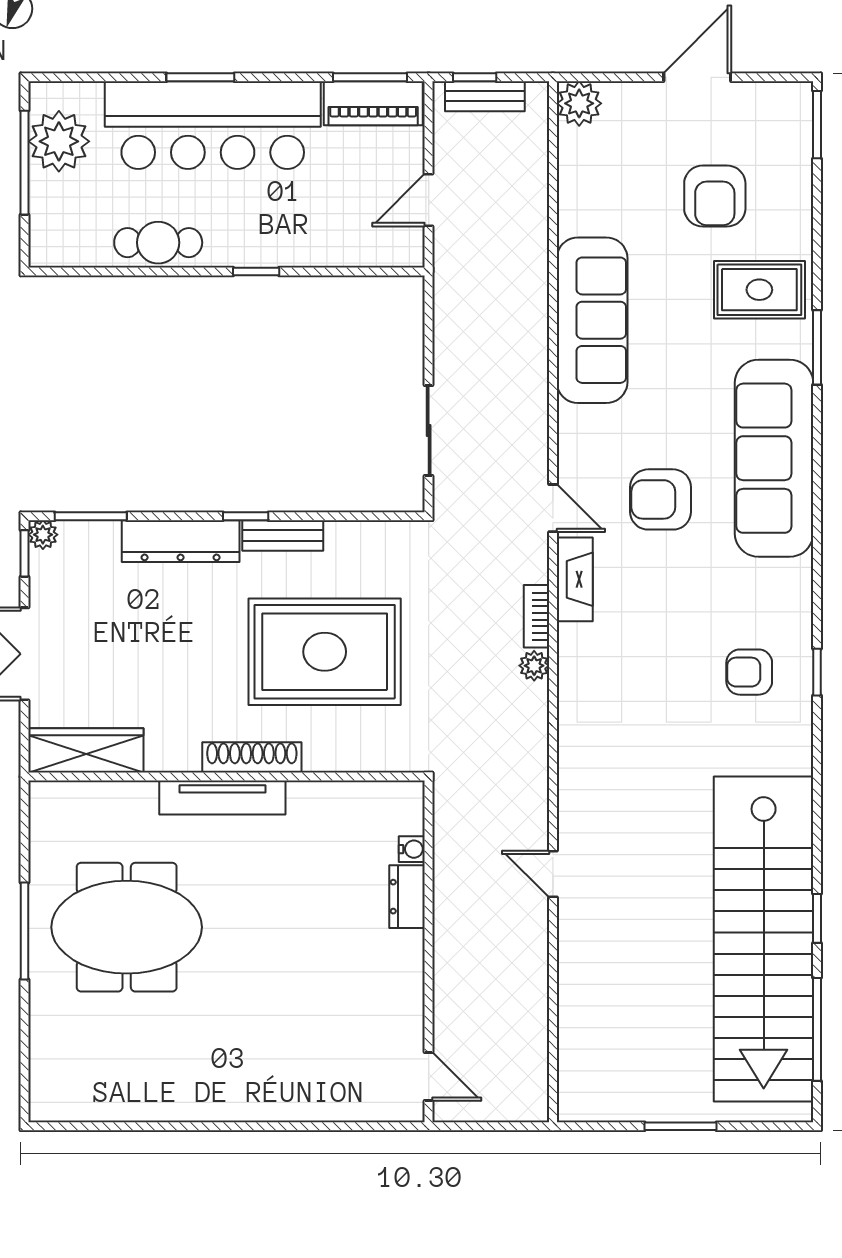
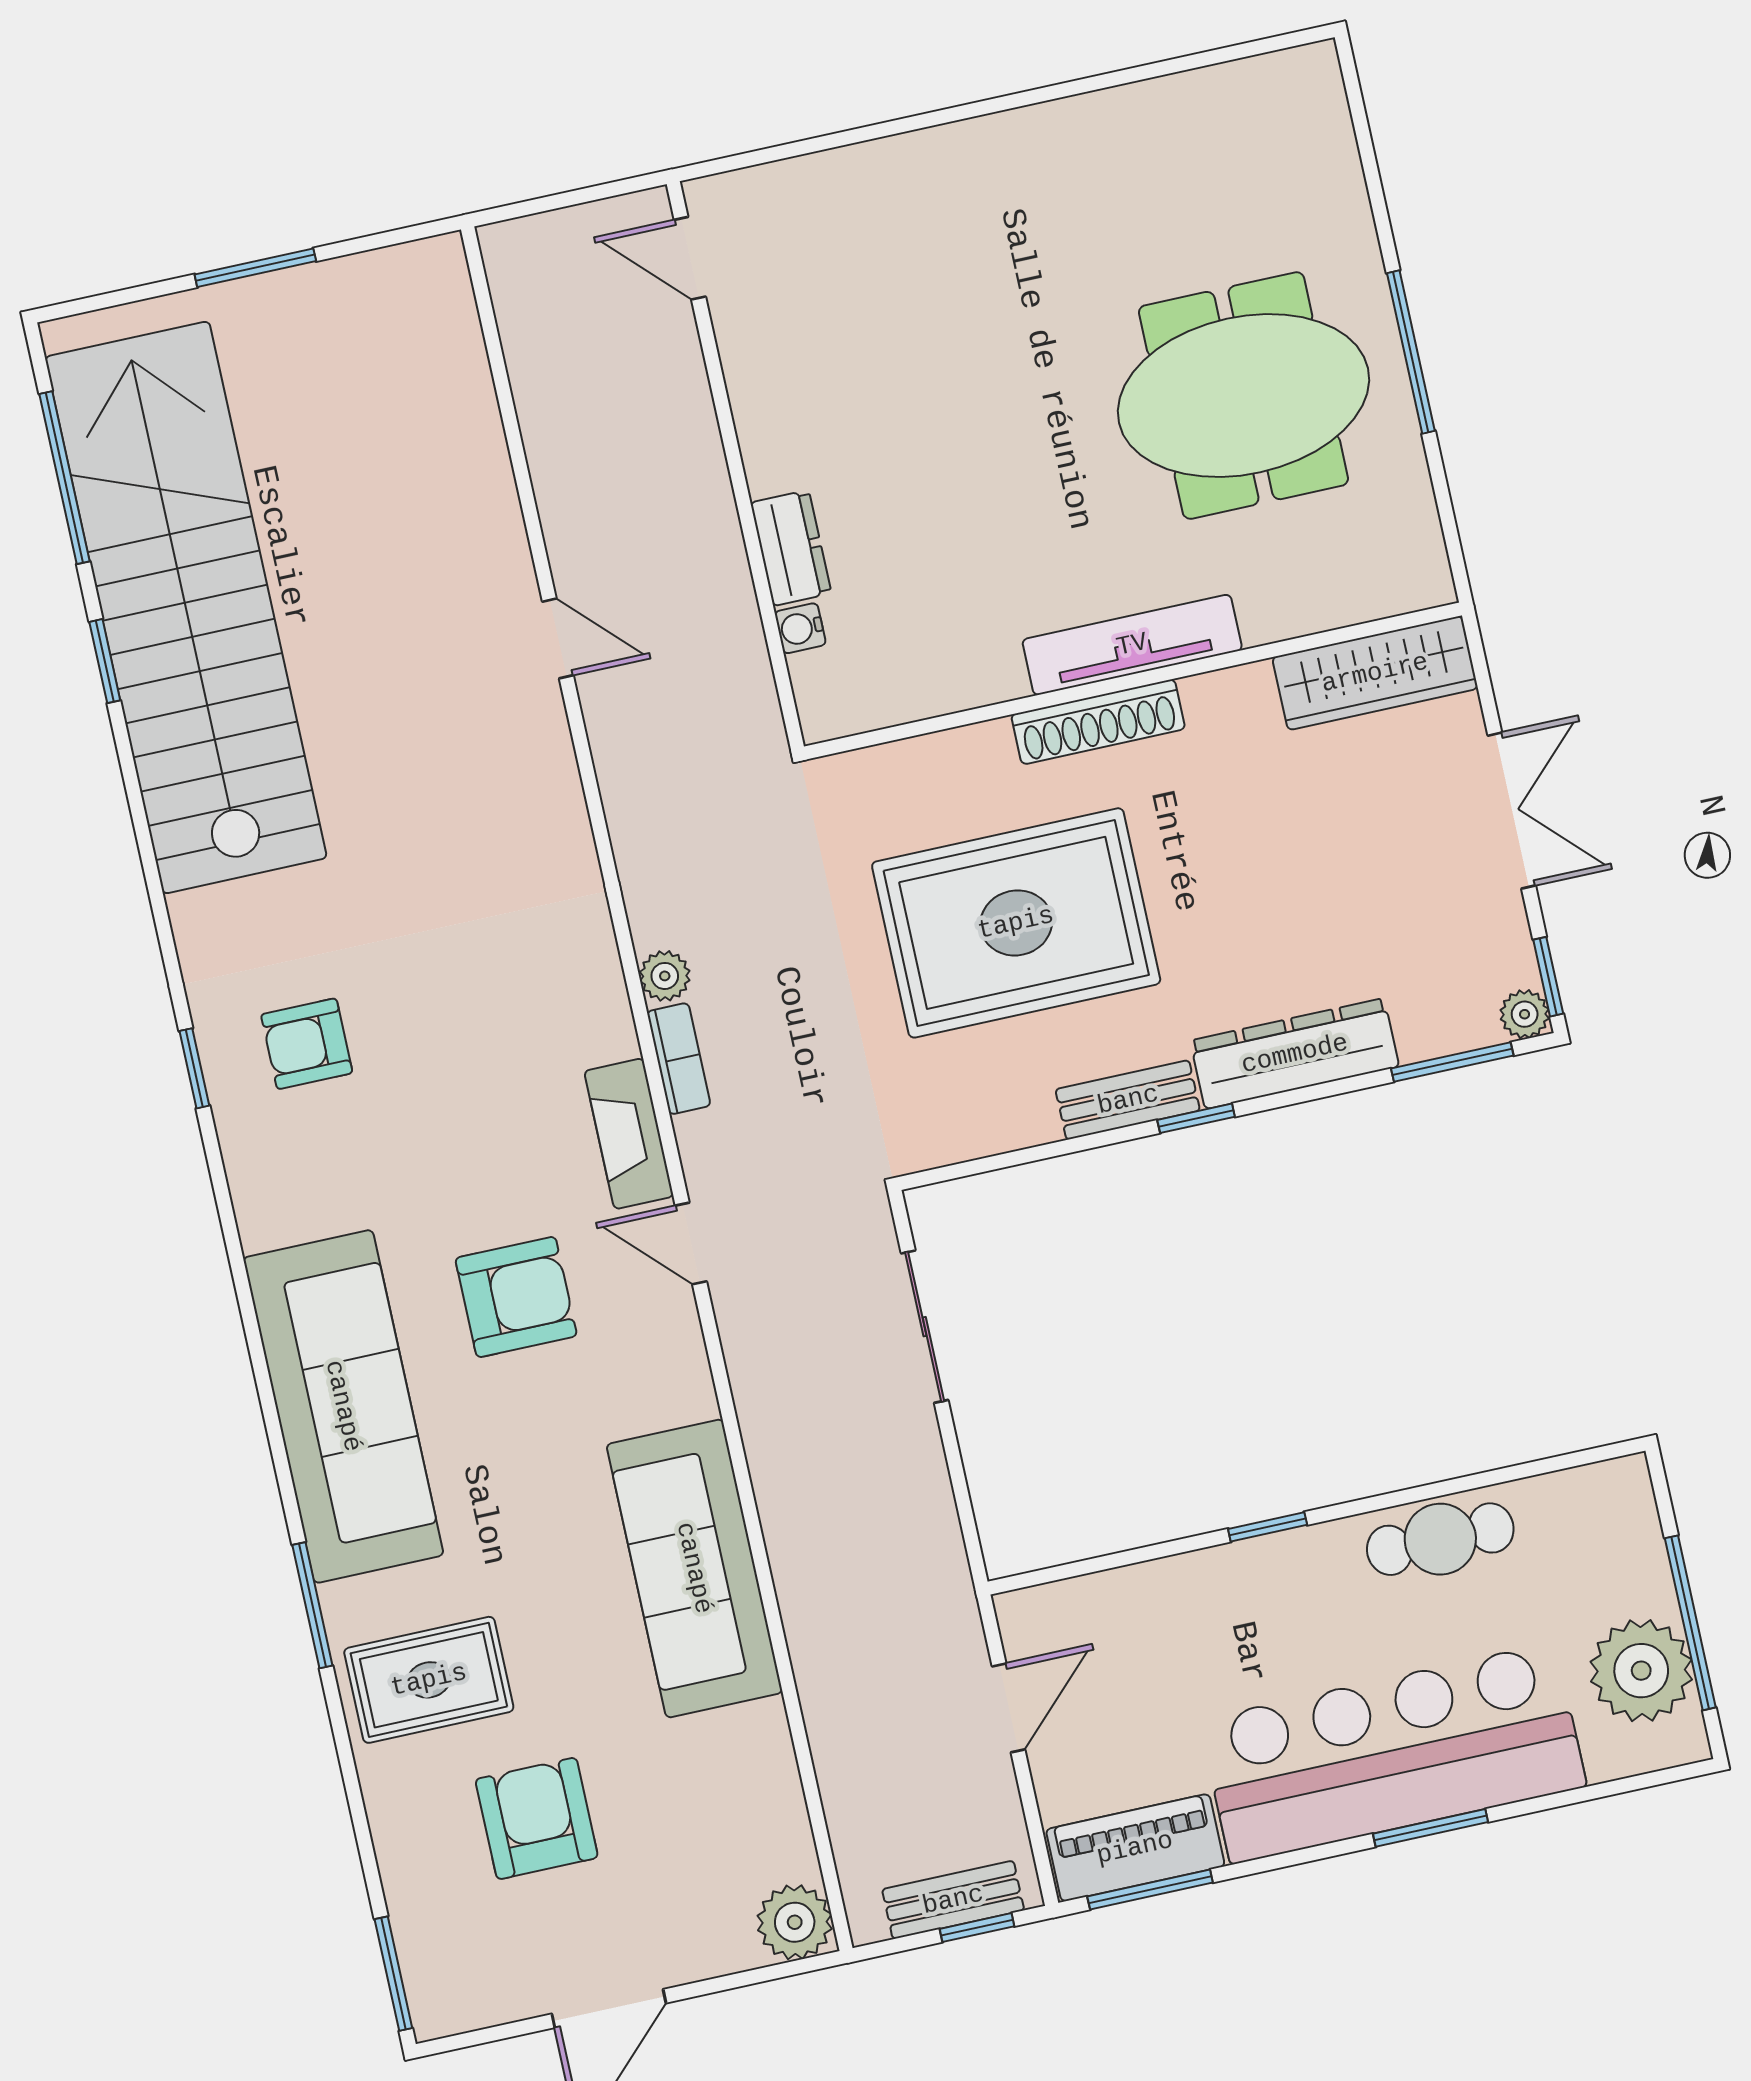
armchair: (749, 672) -> (307, 1044), turned 180

